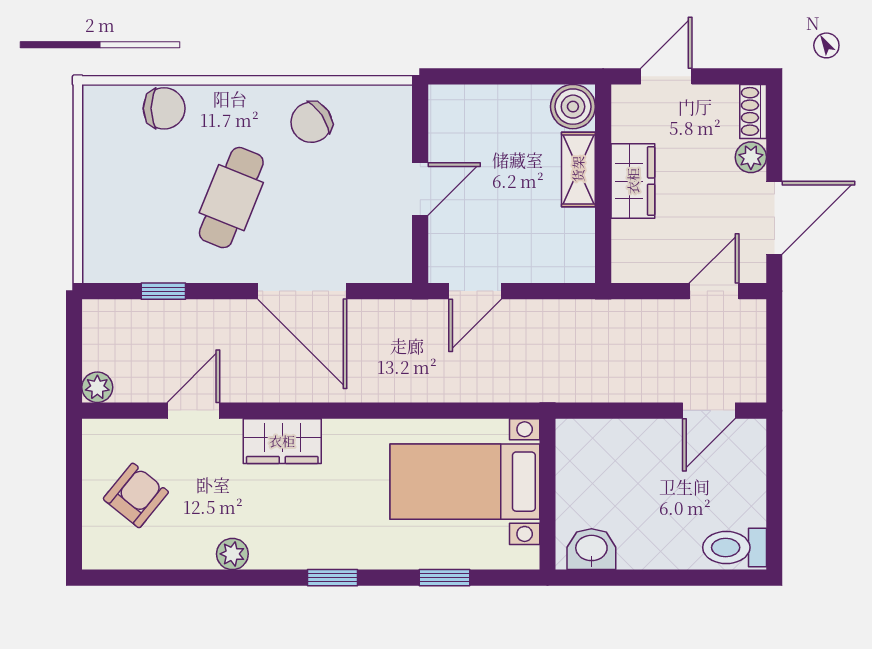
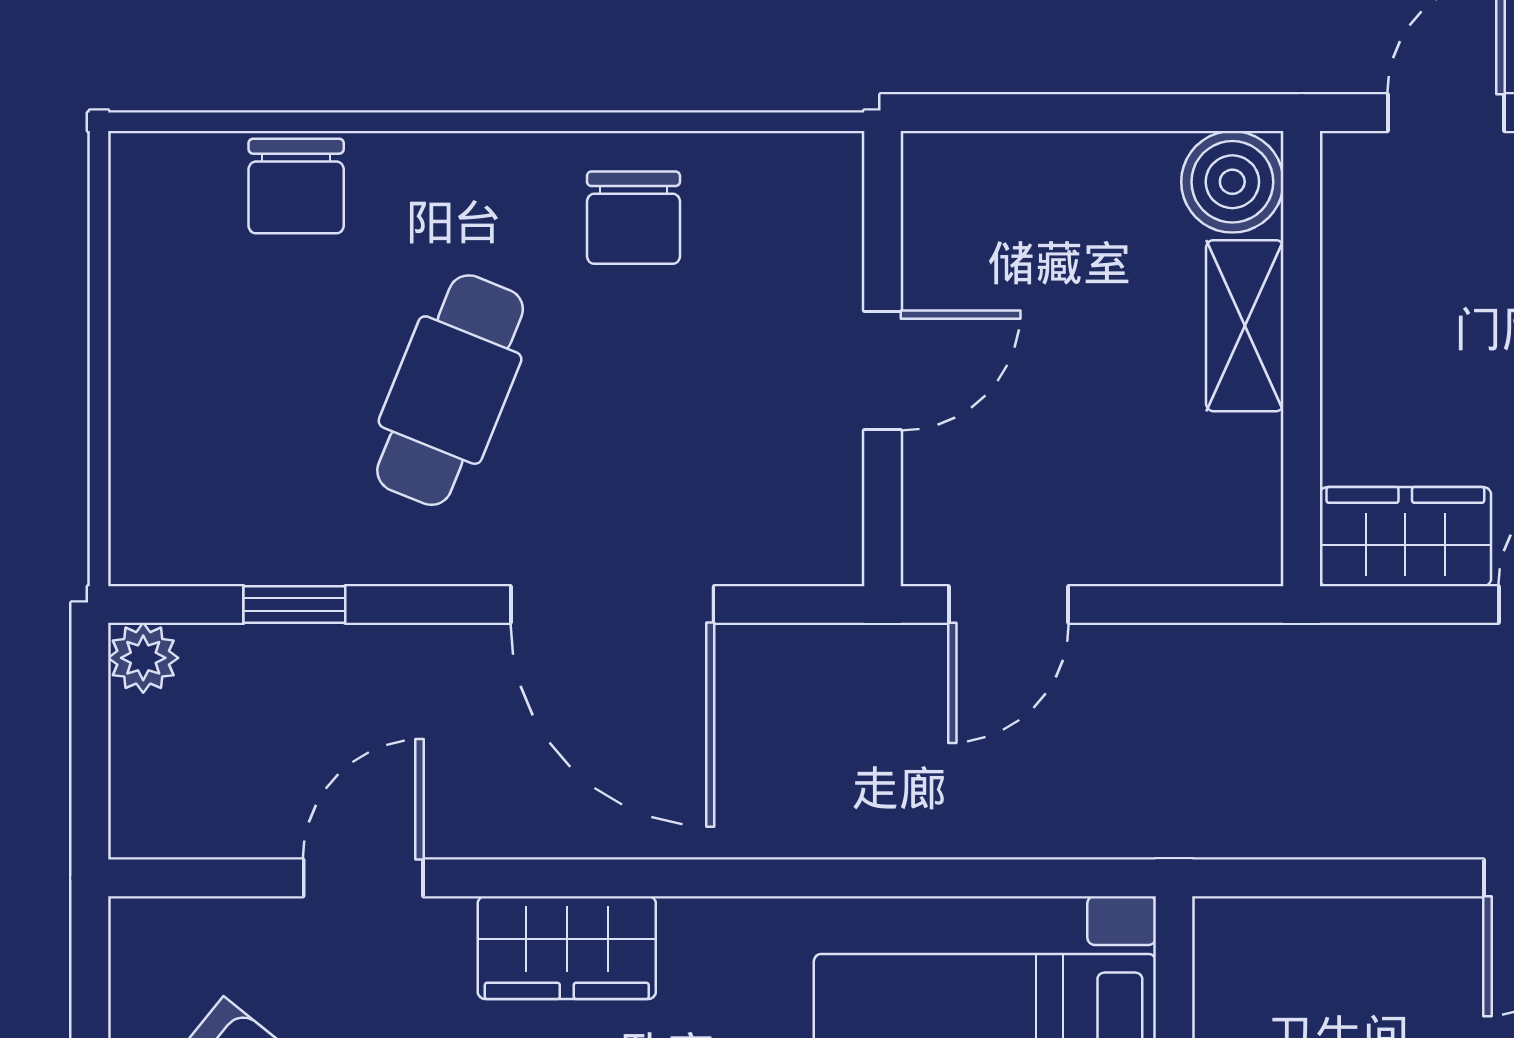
chair: (164, 108) -> (296, 186), turned 90
chair: (311, 122) -> (633, 218), turned -56
wardrobe: (633, 181) -> (1405, 537), moved, turned -90
plant: (97, 387) -> (143, 658), moved

